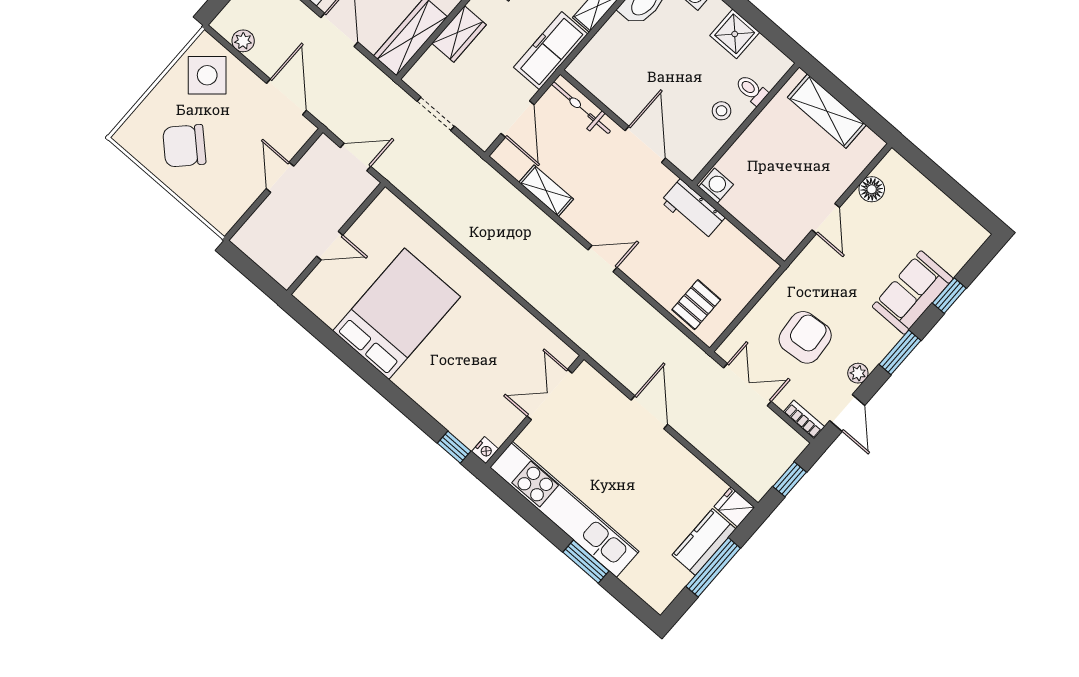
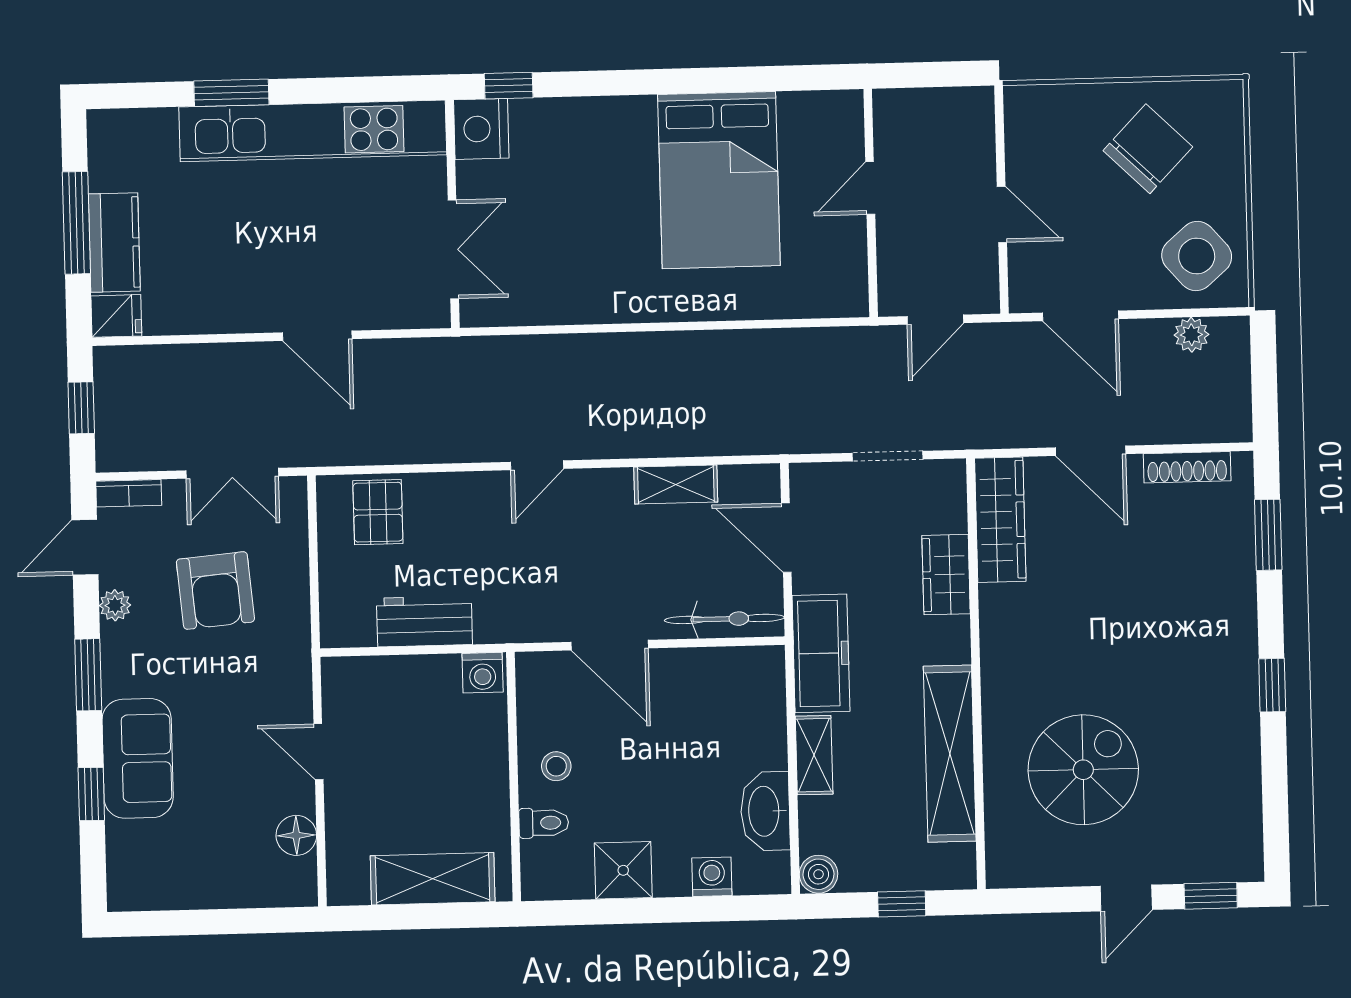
workbench: (693, 209) -> (424, 621), moved
door: (847, 413) -> (85, 547), hinge flipped
nightstand: (485, 450) -> (481, 129), width x1.89, depth x1.79

